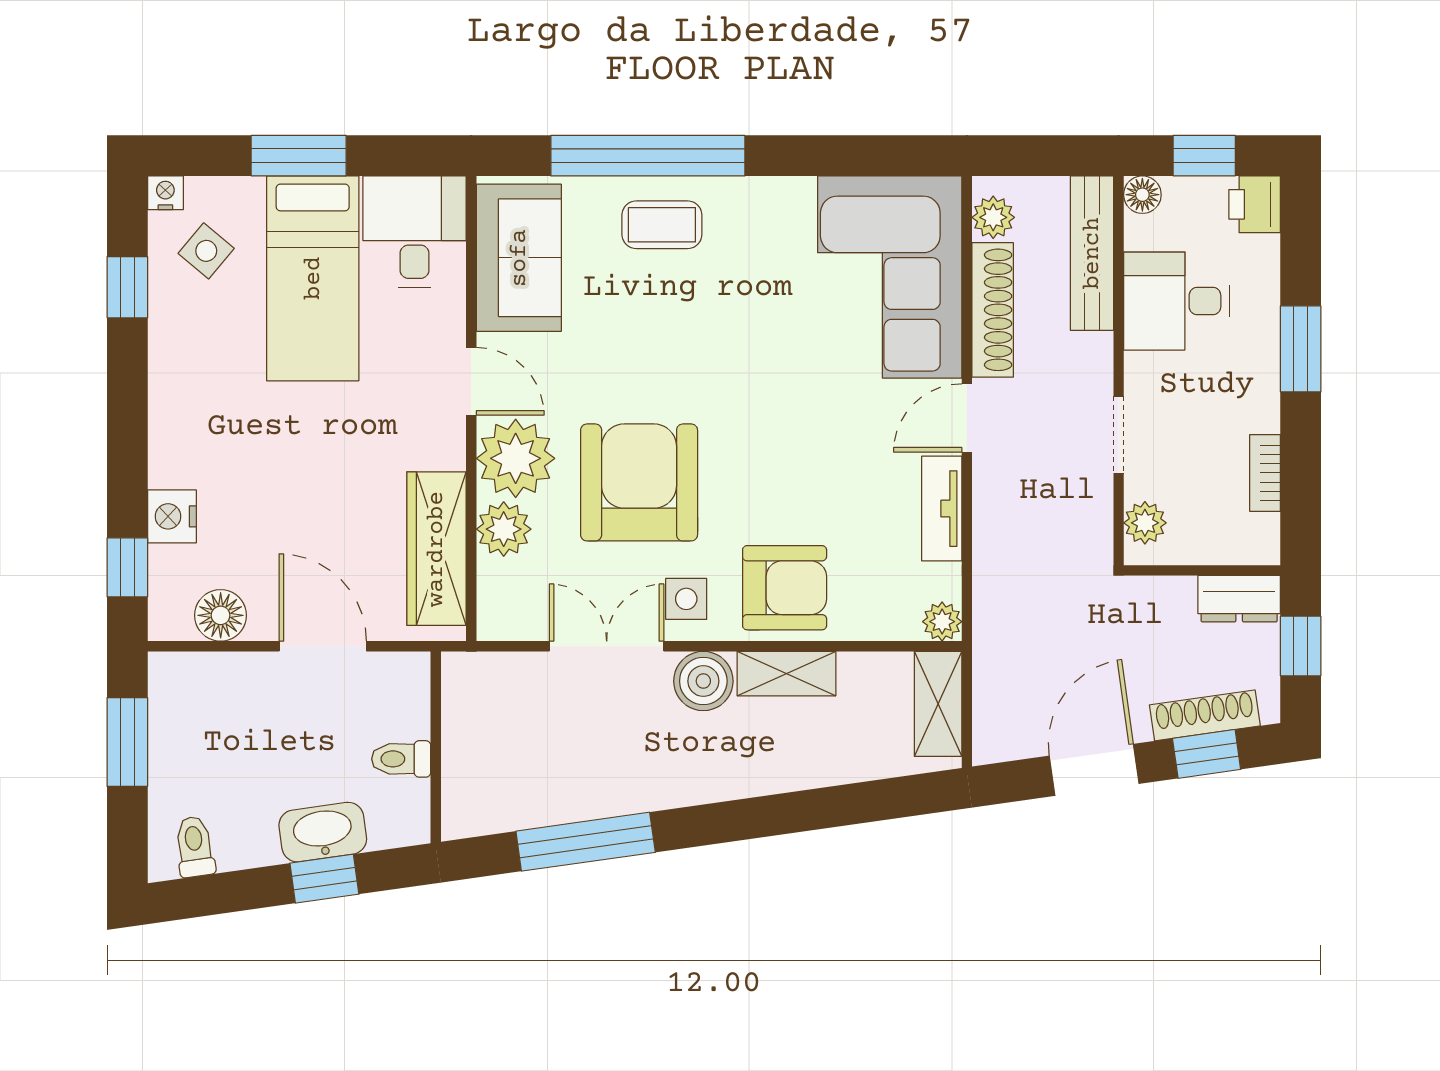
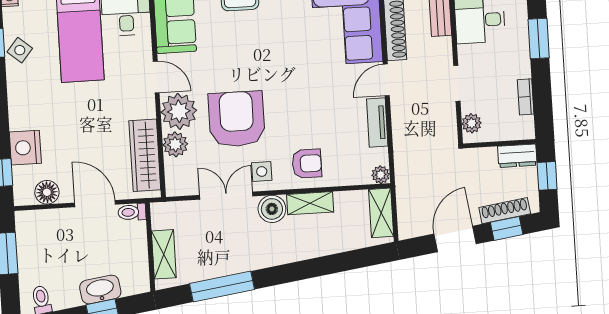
side table: (206, 251) -> (20, 50), moved
nightstand: (172, 516) -> (25, 148), width x1.36, depth x1.33
armchair: (785, 588) -> (307, 164), width x0.72, depth x0.72
toilet: (401, 759) -> (132, 212), moved
shelving: (464, 765) -> (164, 254), added

